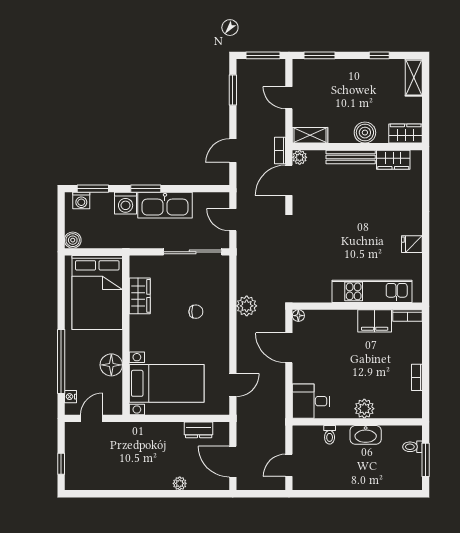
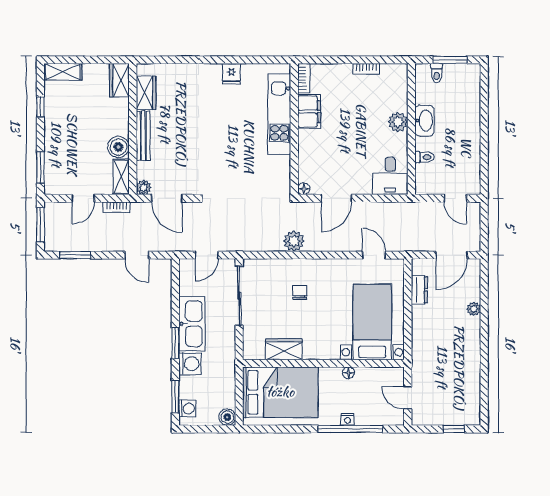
boiler: (365, 133) -> (118, 147), moved
bookcase: (280, 150) -> (117, 207), moved
floor lamp: (111, 365) -> (348, 373), width x0.53, depth x0.53
nightstand: (70, 397) -> (348, 419), moved

